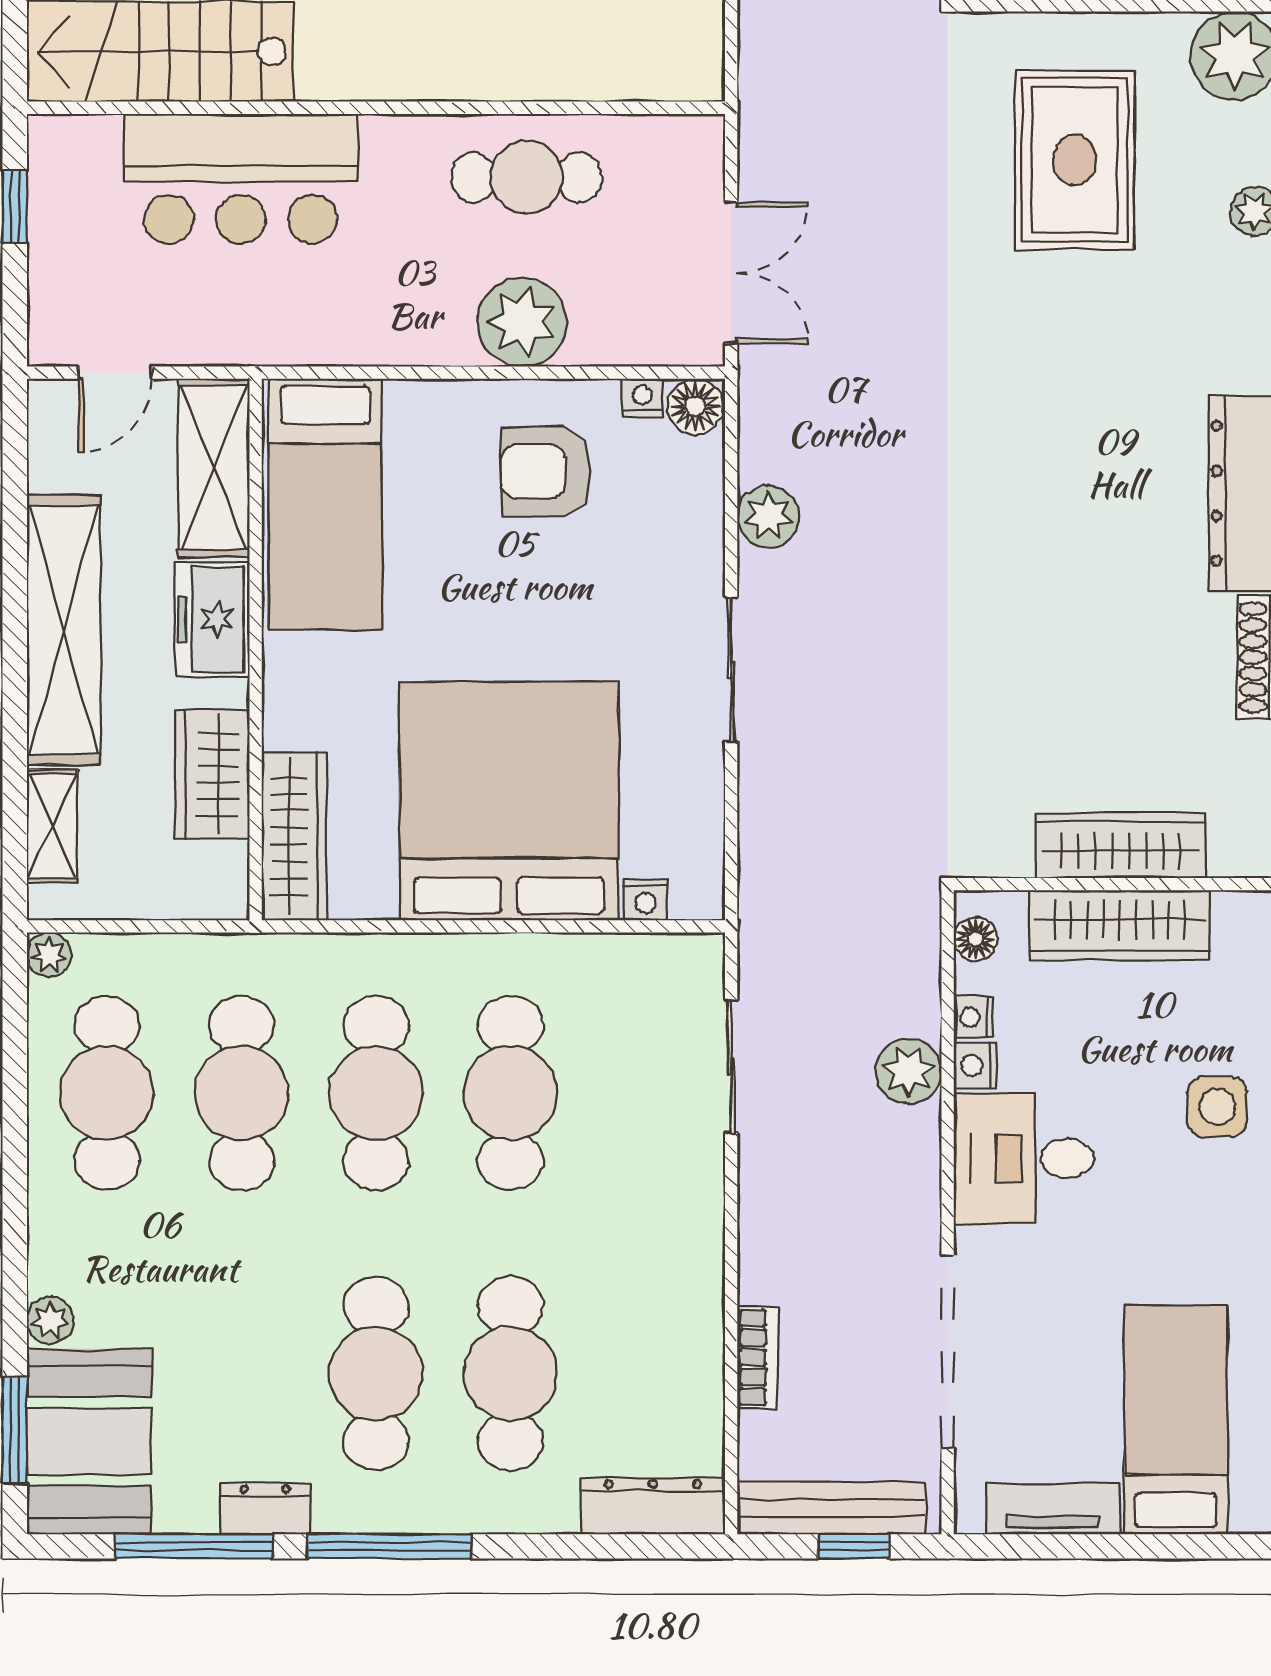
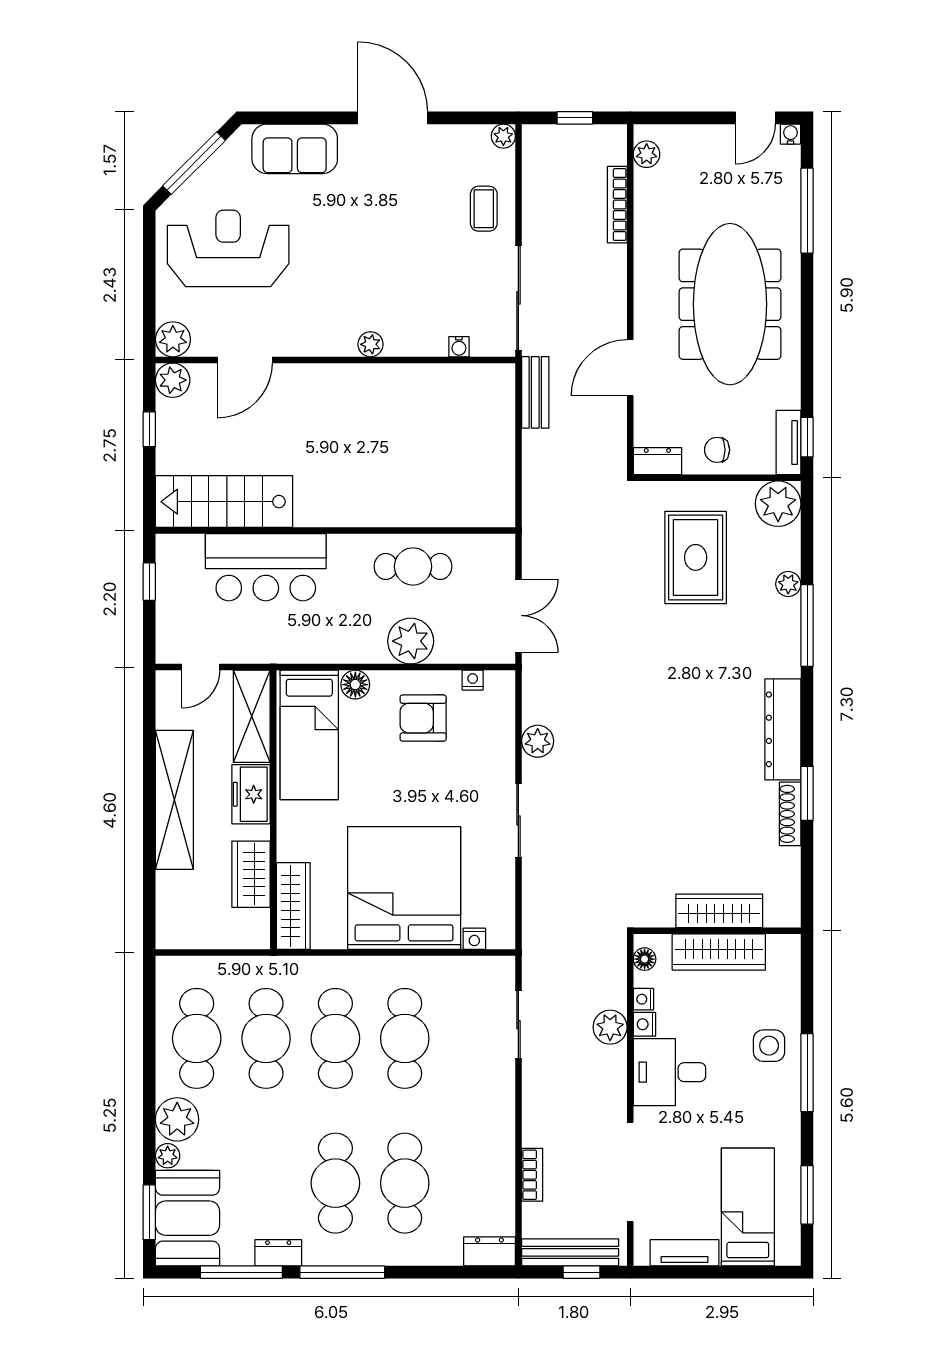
floor lamp: (695, 407) -> (355, 685), moved
shelving: (52, 826) -> (168, 901), removed
plant: (49, 955) -> (177, 1119), moved, width x1.87, depth x1.87
dresser: (653, 1506) -> (489, 1251), width x0.70

